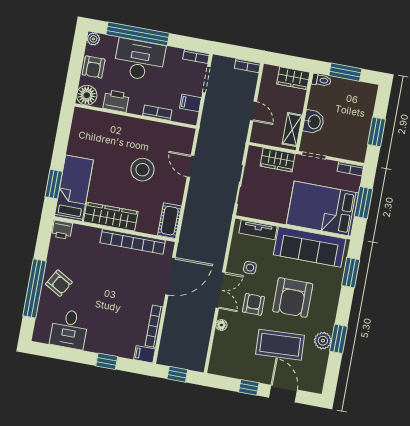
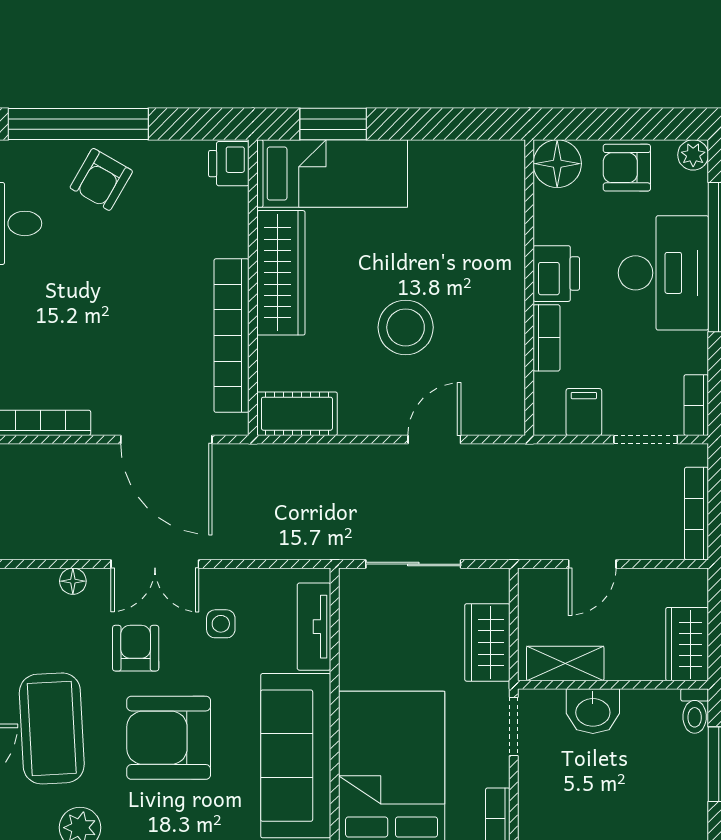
bookcase: (247, 66) -> (697, 514), width x1.56
printer: (116, 101) -> (556, 274), moved
armchair: (254, 304) -> (136, 648), turned -90

